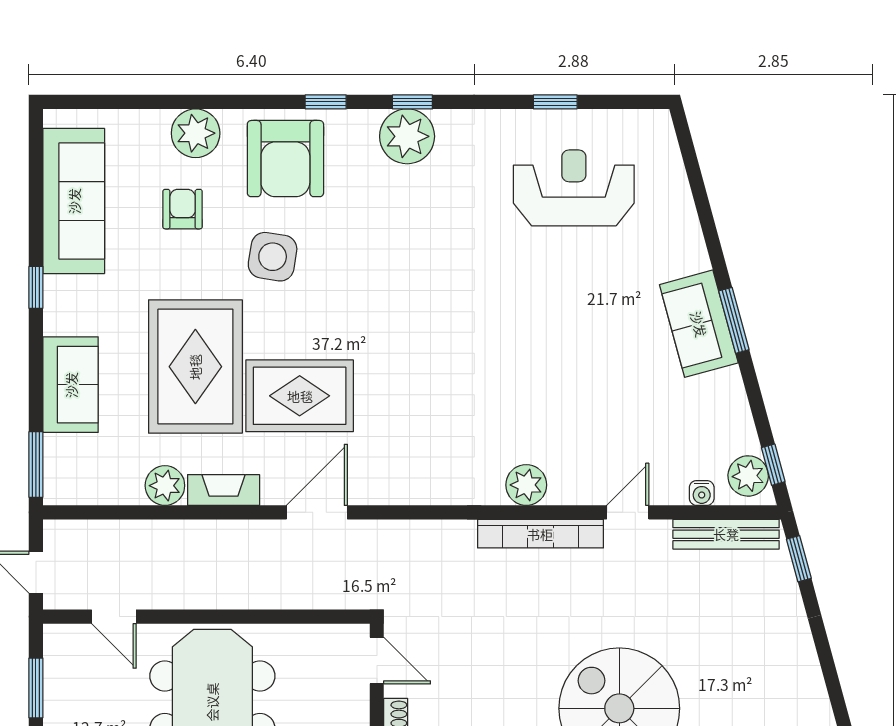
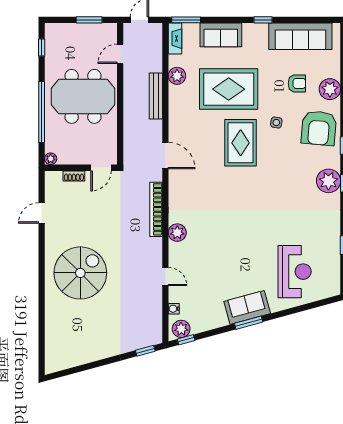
armchair: (285, 159) -> (319, 128), turned -85
reception desk: (574, 188) -> (295, 272), moved
side table: (273, 257) -> (276, 123), width x0.54, depth x0.54
rug: (300, 396) -> (241, 143), moved
fireplace: (224, 490) -> (175, 39), moved
door: (317, 512) -> (165, 156), moved
bookcase: (540, 534) -> (156, 209), moved
bench: (726, 534) -> (156, 96), moved

